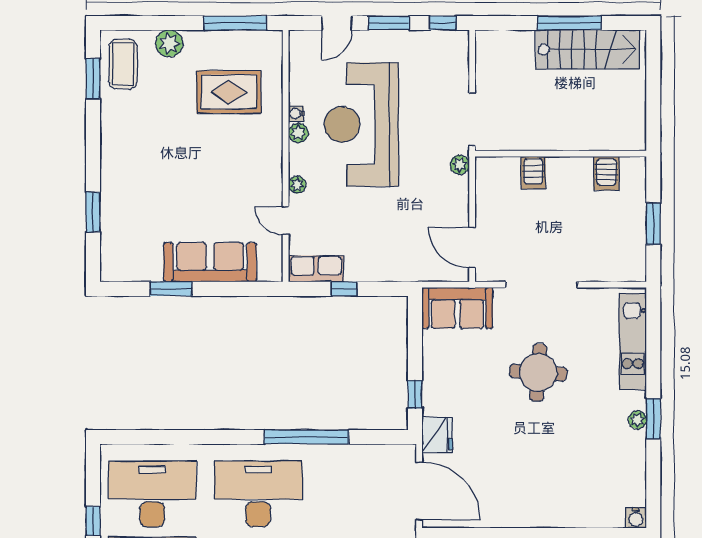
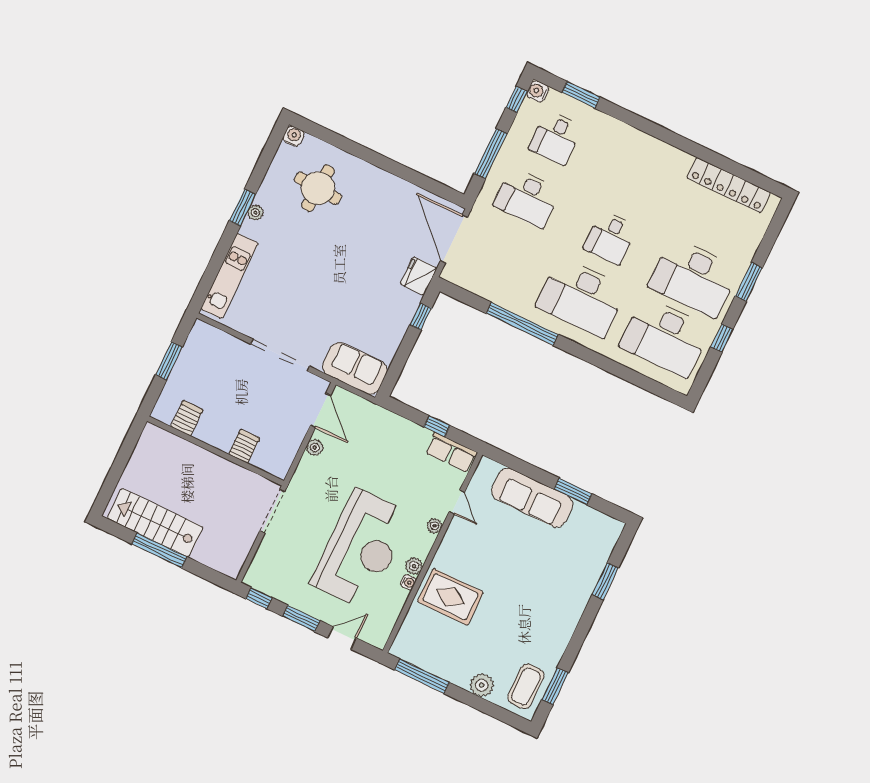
rug: (229, 92) -> (450, 597), moved
plant: (460, 165) -> (315, 448), moved
round table: (538, 373) -> (318, 188), moved

